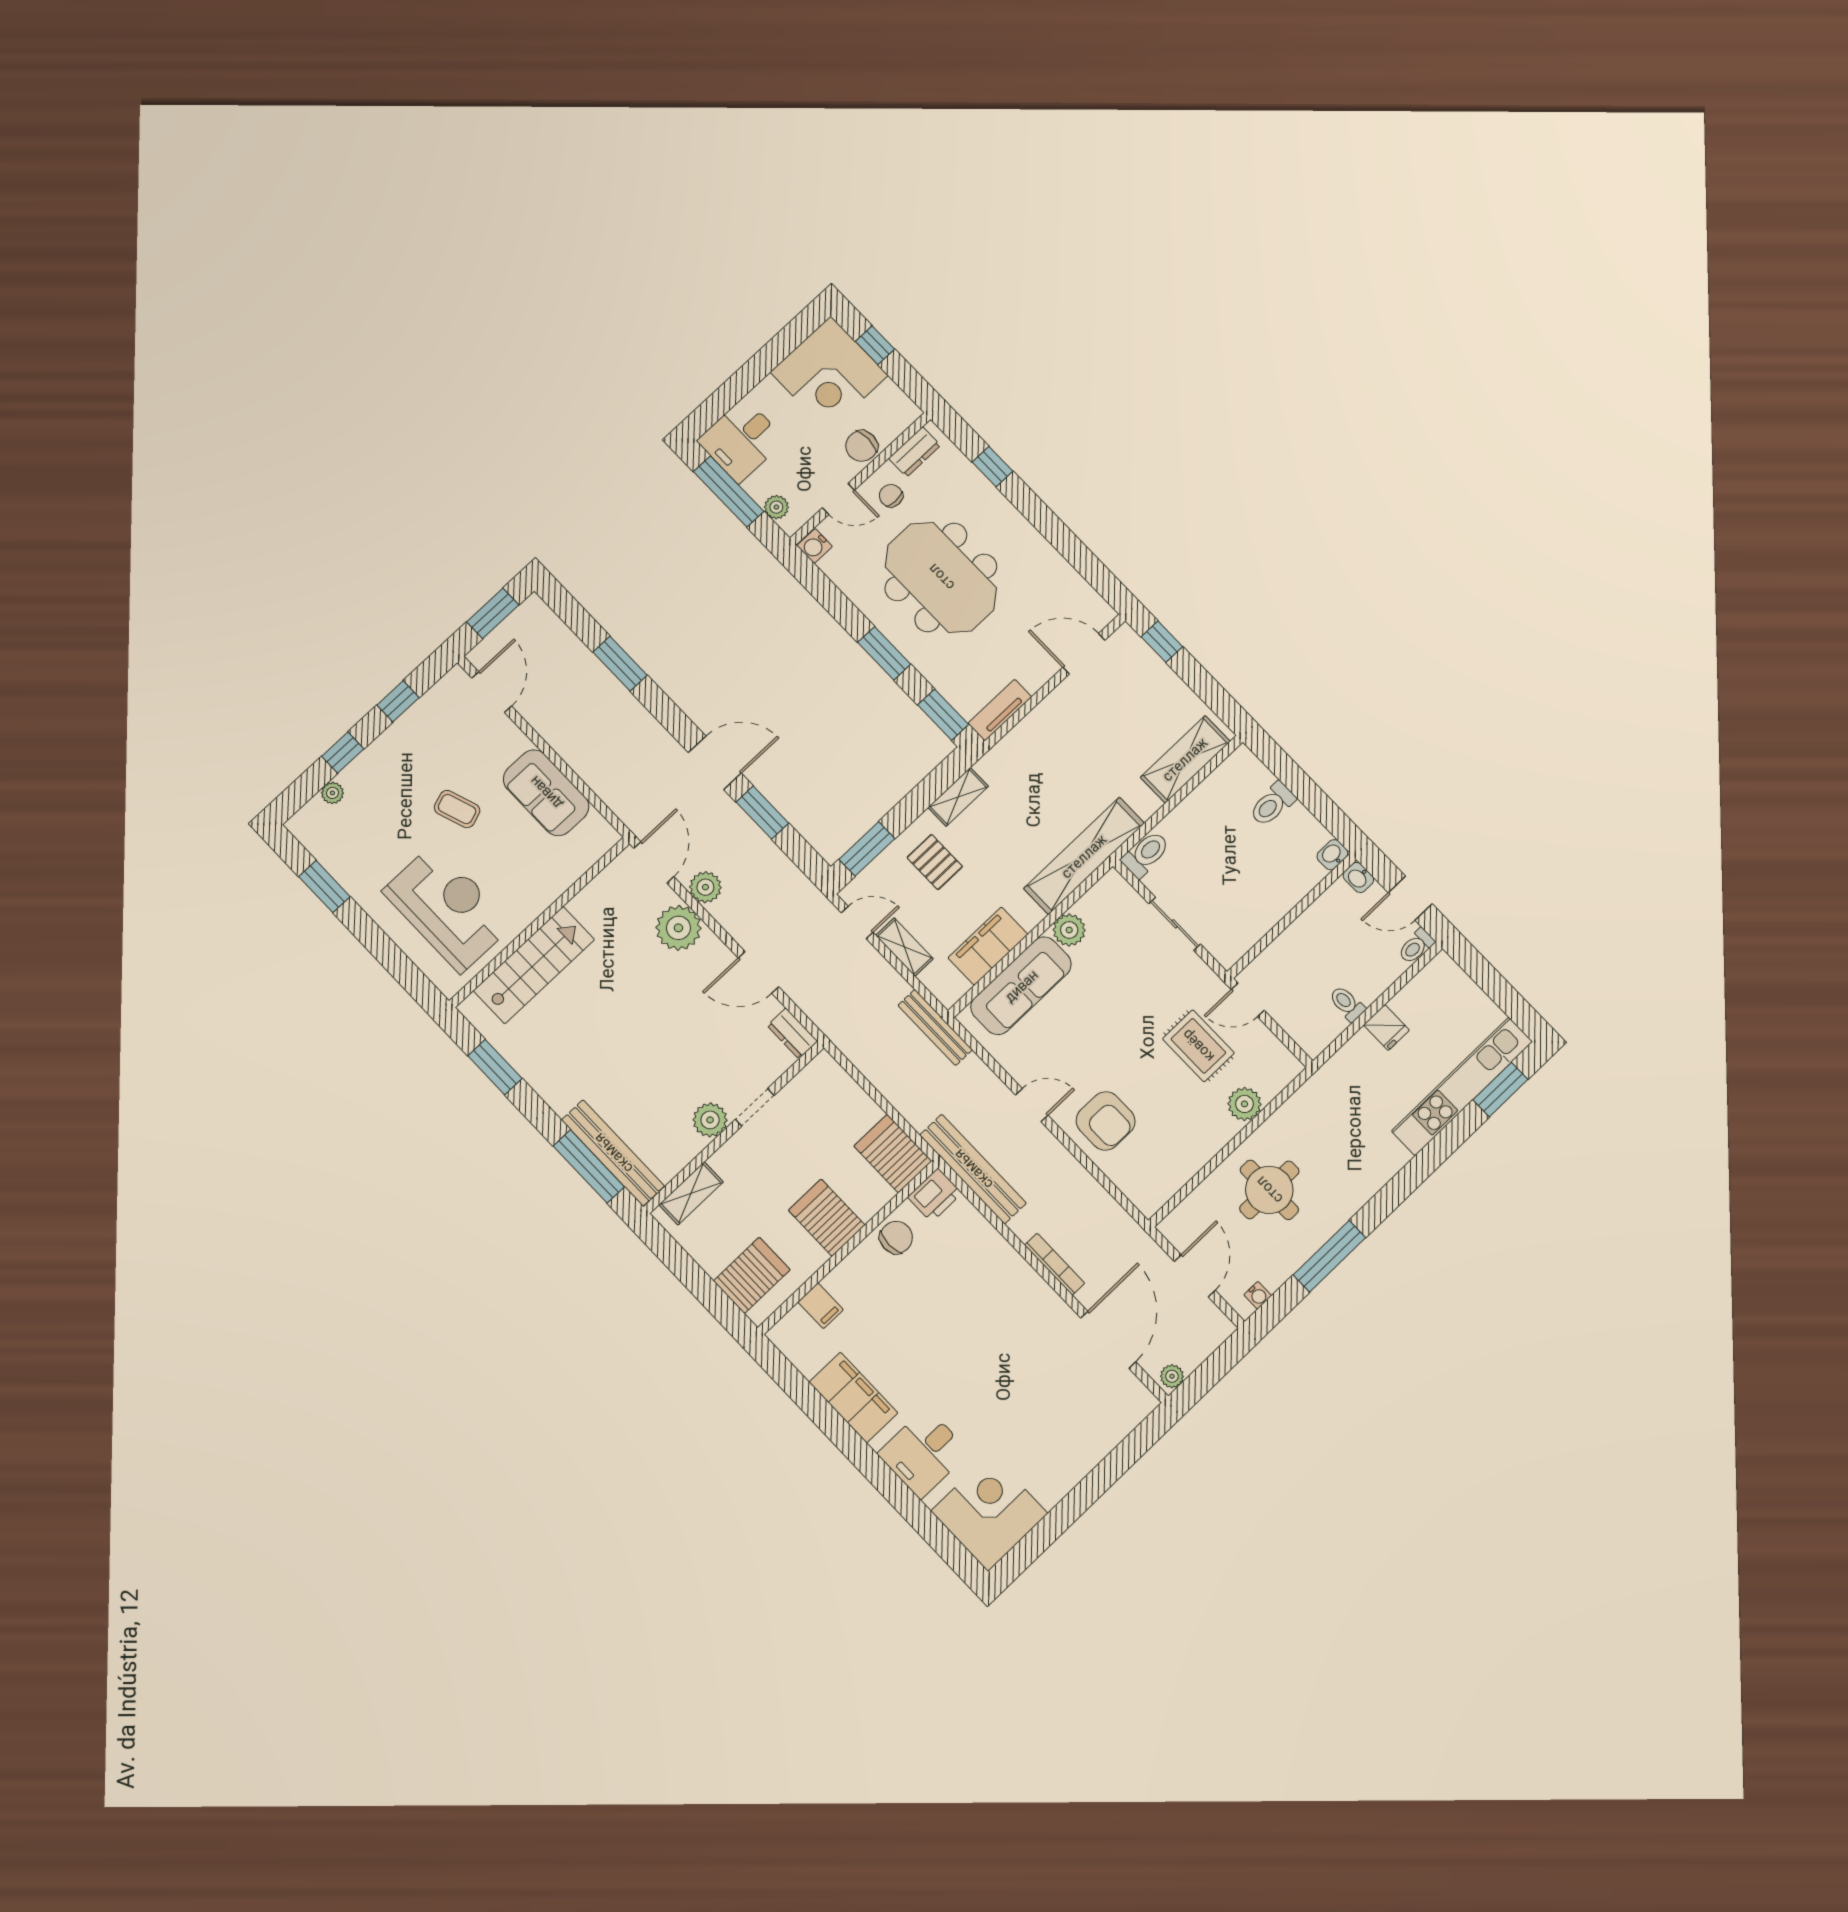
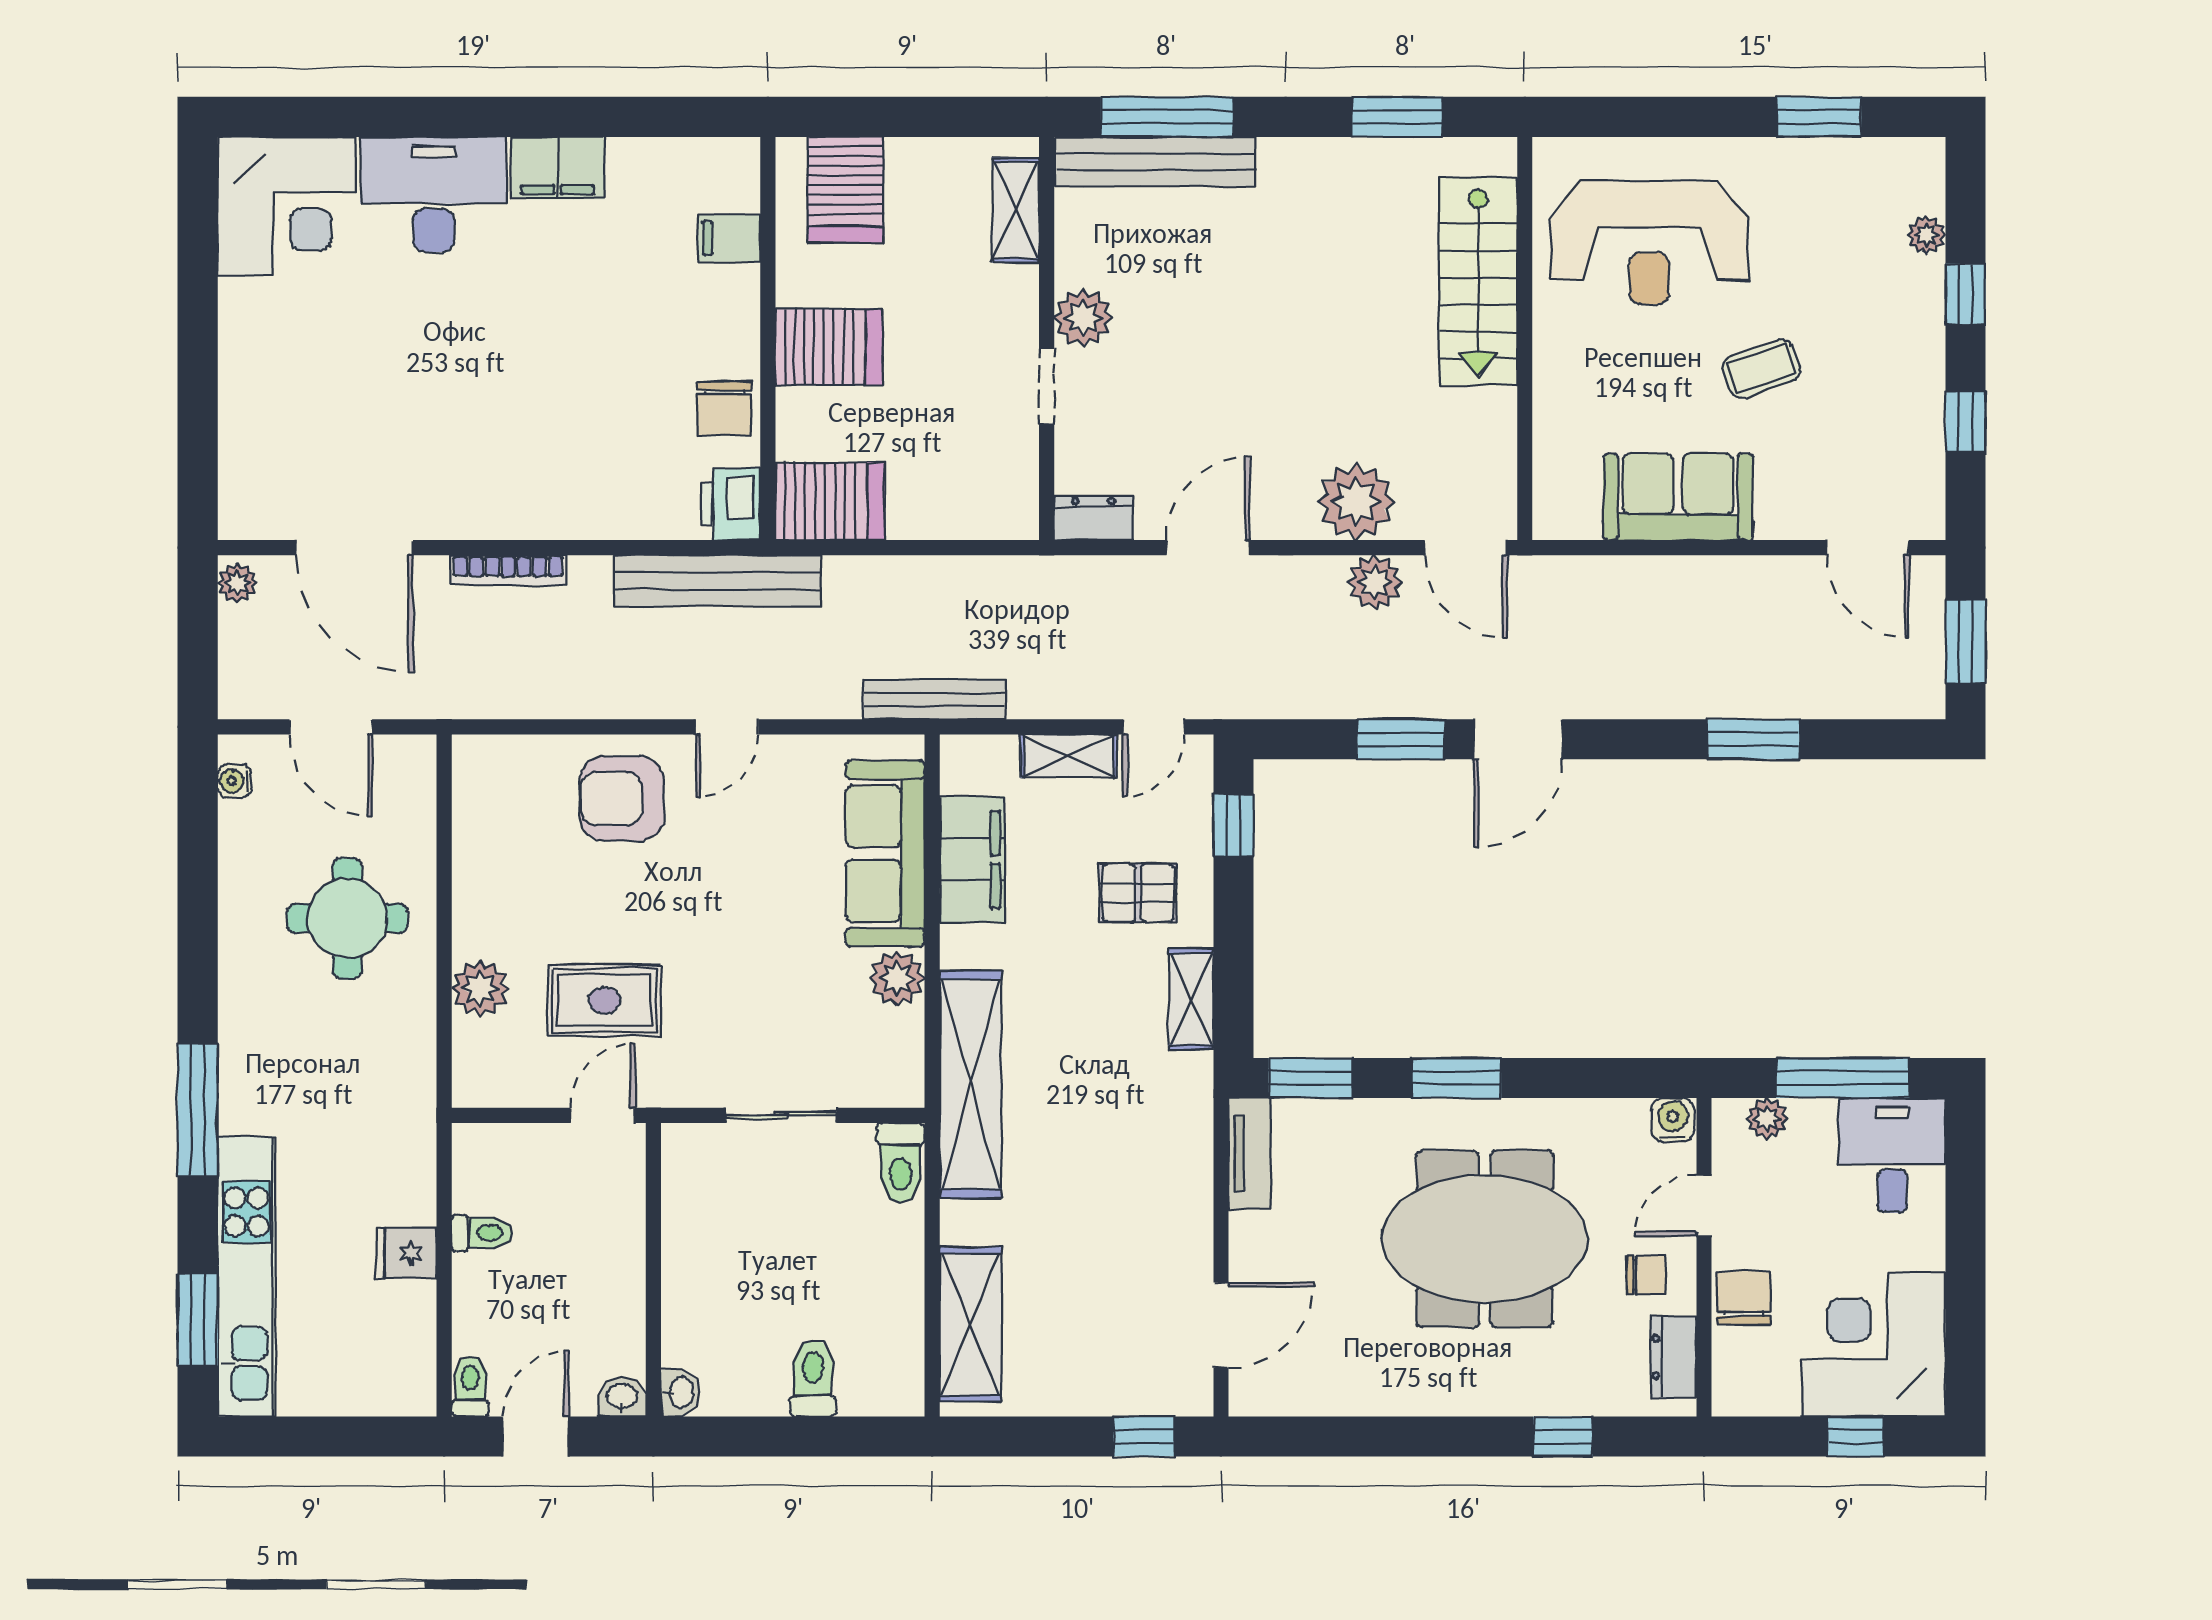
window: (867, 849) -> (1233, 825), width x0.67
window: (1329, 1256) -> (198, 1110), moved
filing cabinet: (853, 1397) -> (558, 168), width x0.67, depth x0.86
desk: (924, 1453) -> (434, 194), width x1.37

